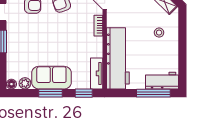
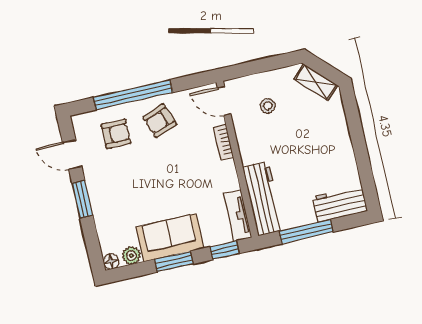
stool: (159, 33) -> (268, 106), moved
workbench: (118, 58) -> (263, 199), width x0.73, depth x0.76
window: (153, 93) -> (306, 232), moved

